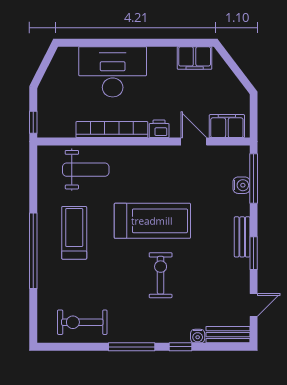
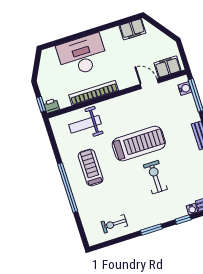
printer: (159, 129) -> (51, 106), moved
weight bench: (86, 170) -> (85, 124), turned 180
water cooler: (242, 185) -> (185, 88), moved
exercise bike: (82, 322) -> (114, 224), width x0.73, depth x0.72
window: (132, 347) -> (151, 230), width x0.69

